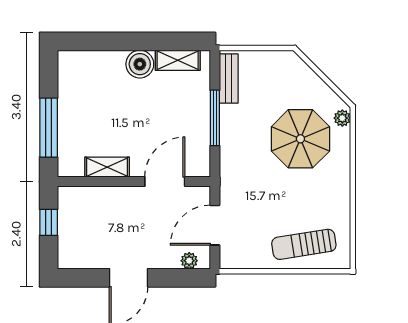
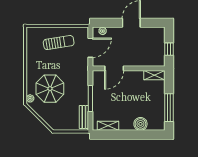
boiler: (140, 64) -> (140, 124), moved
window: (49, 128) -> (169, 108), moved
shelving: (107, 167) -> (154, 75), moved
sun lounger: (304, 244) -> (59, 43), moved

